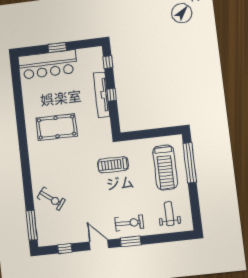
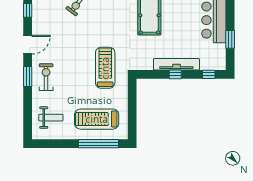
window: (57, 47) -> (230, 39), moved
treadmill: (113, 165) -> (105, 68), width x1.37, depth x1.38
exercise bike: (129, 223) -> (46, 77), turned 180

